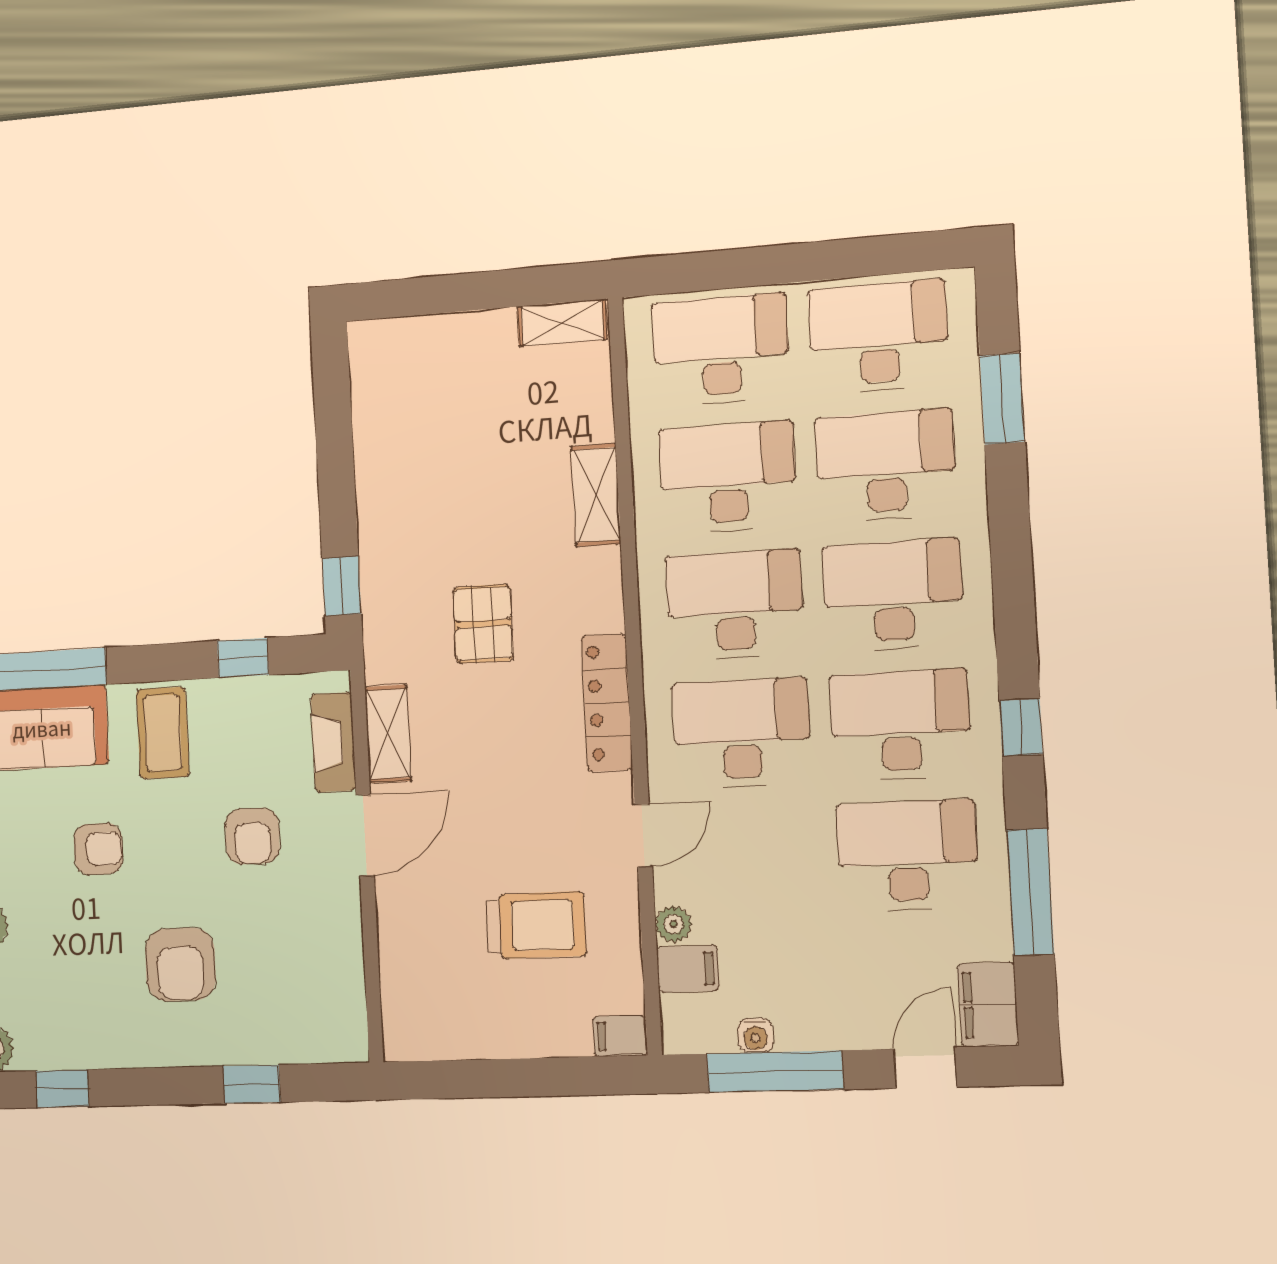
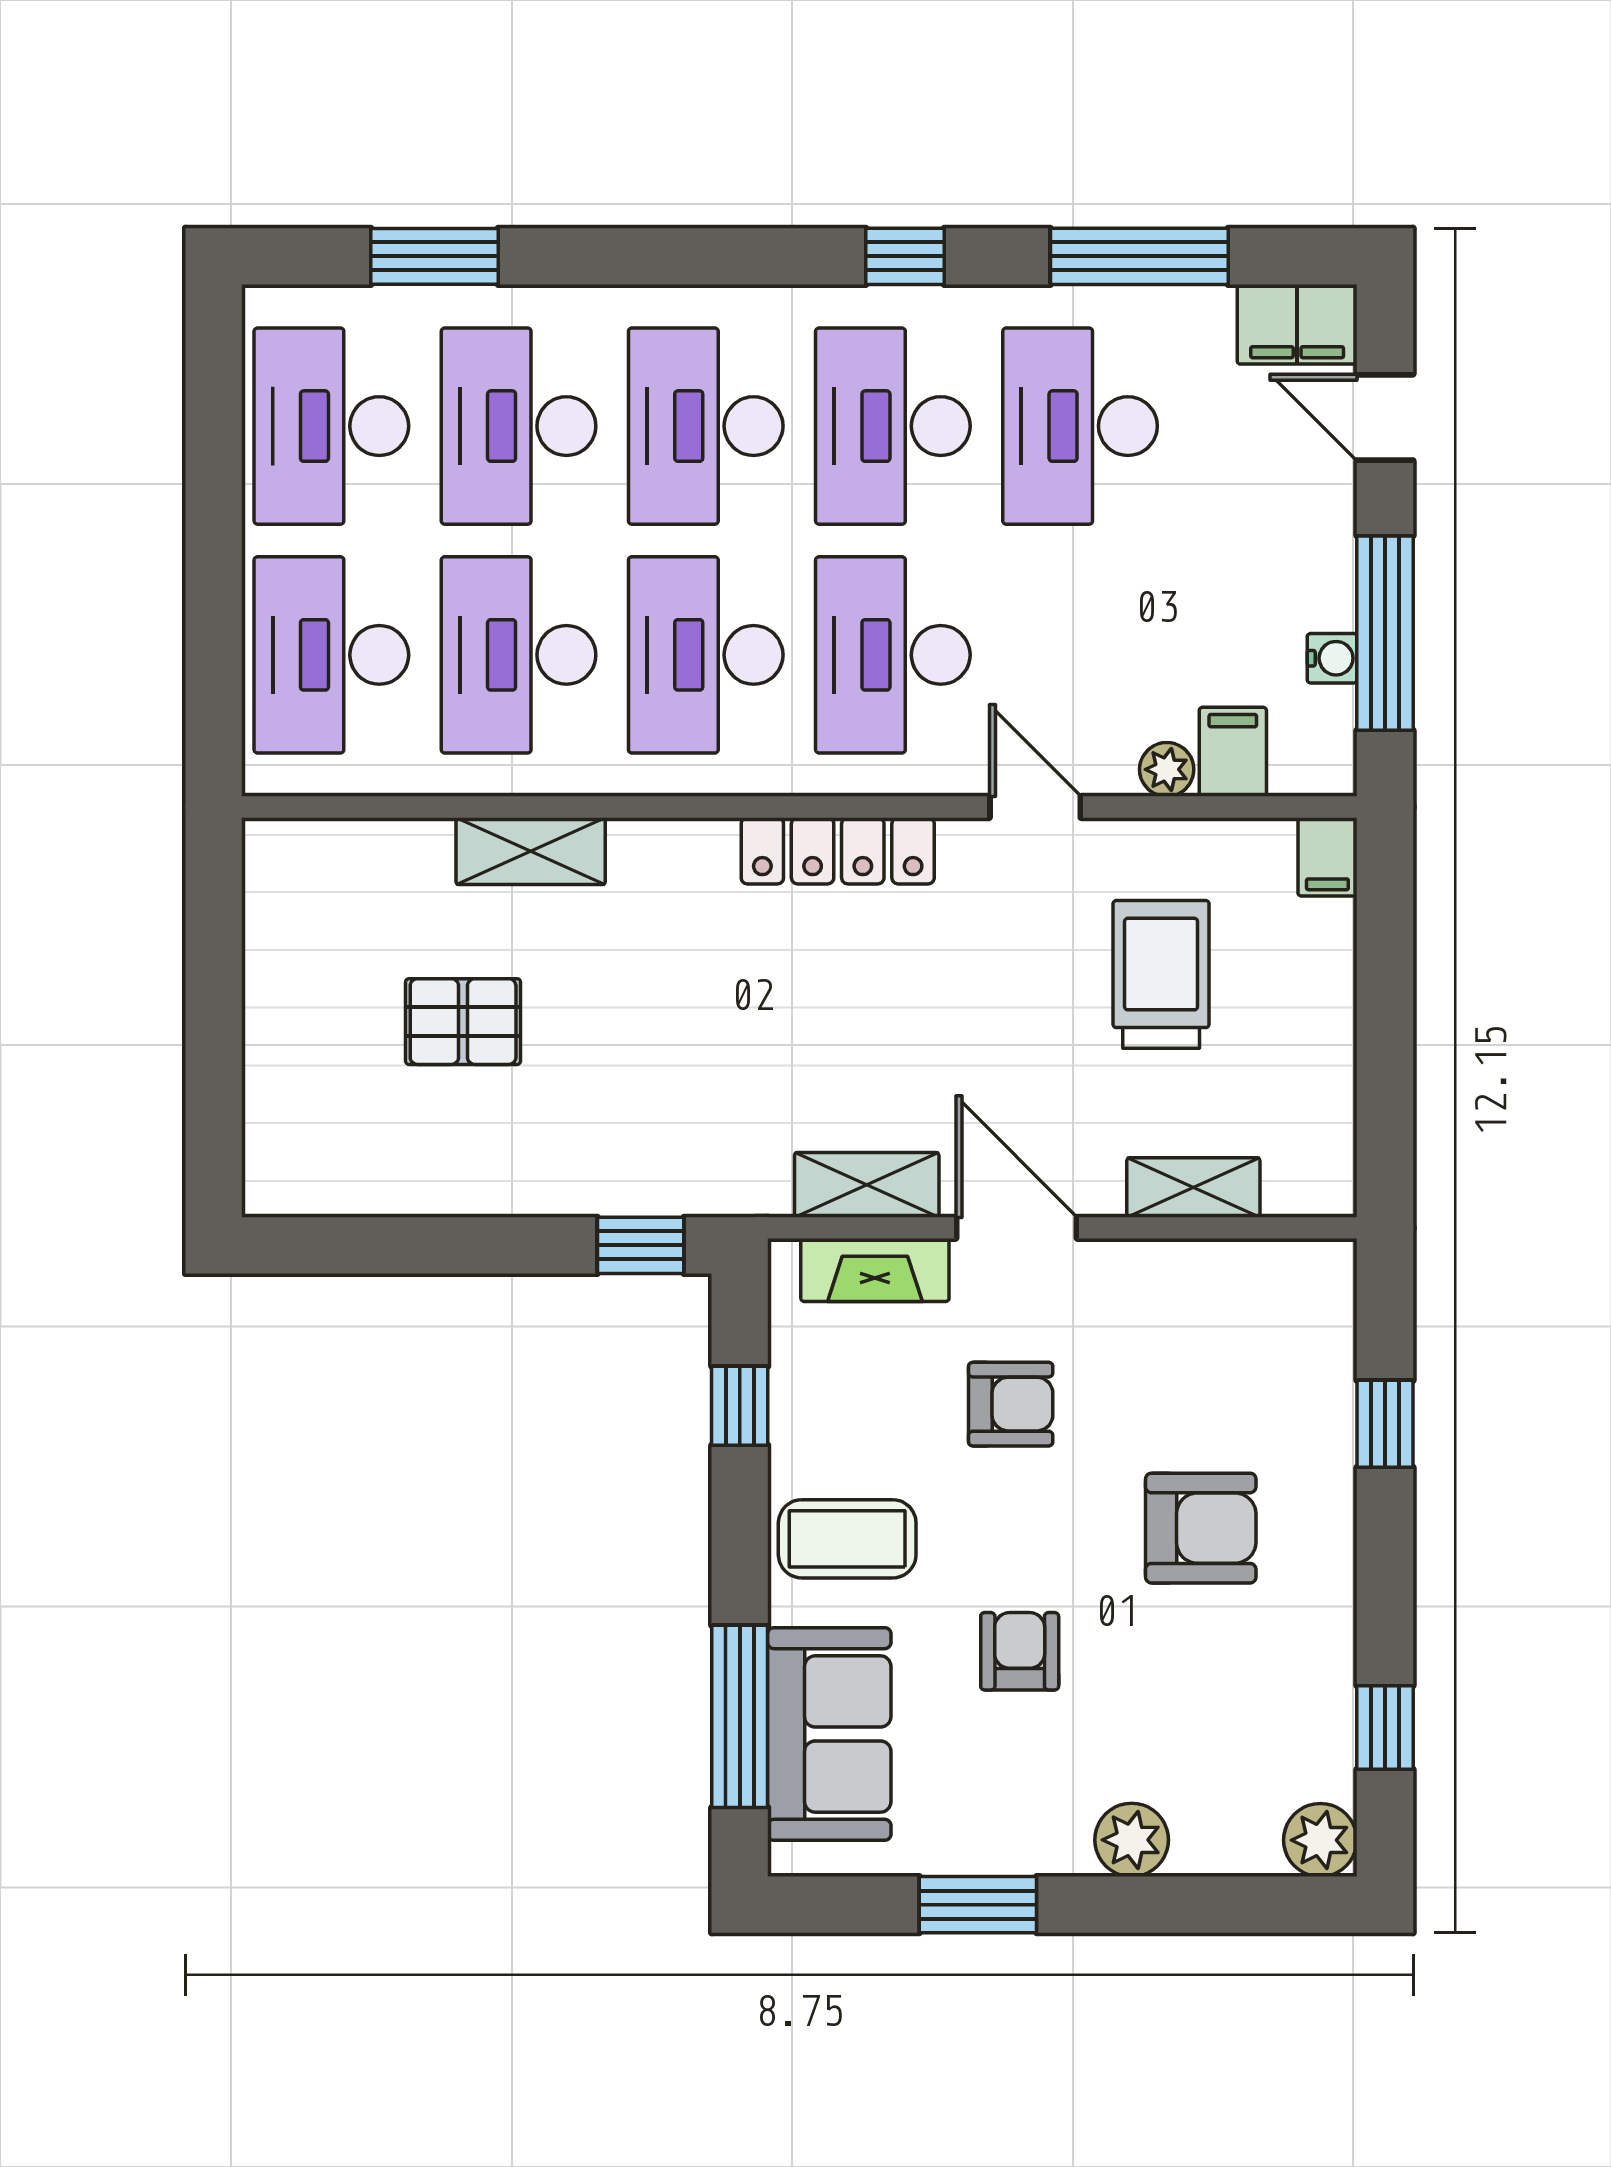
shelving: (562, 323) -> (1193, 1187), moved, turned 90
pallet: (483, 624) -> (463, 1022), moved

